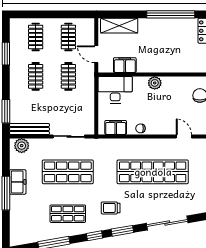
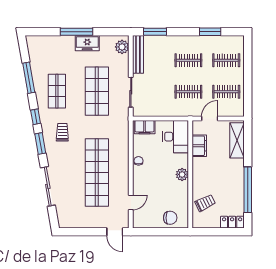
trolley: (184, 59) -> (205, 203), added
filing cabinet: (116, 127) -> (145, 127), moved, turned 90

